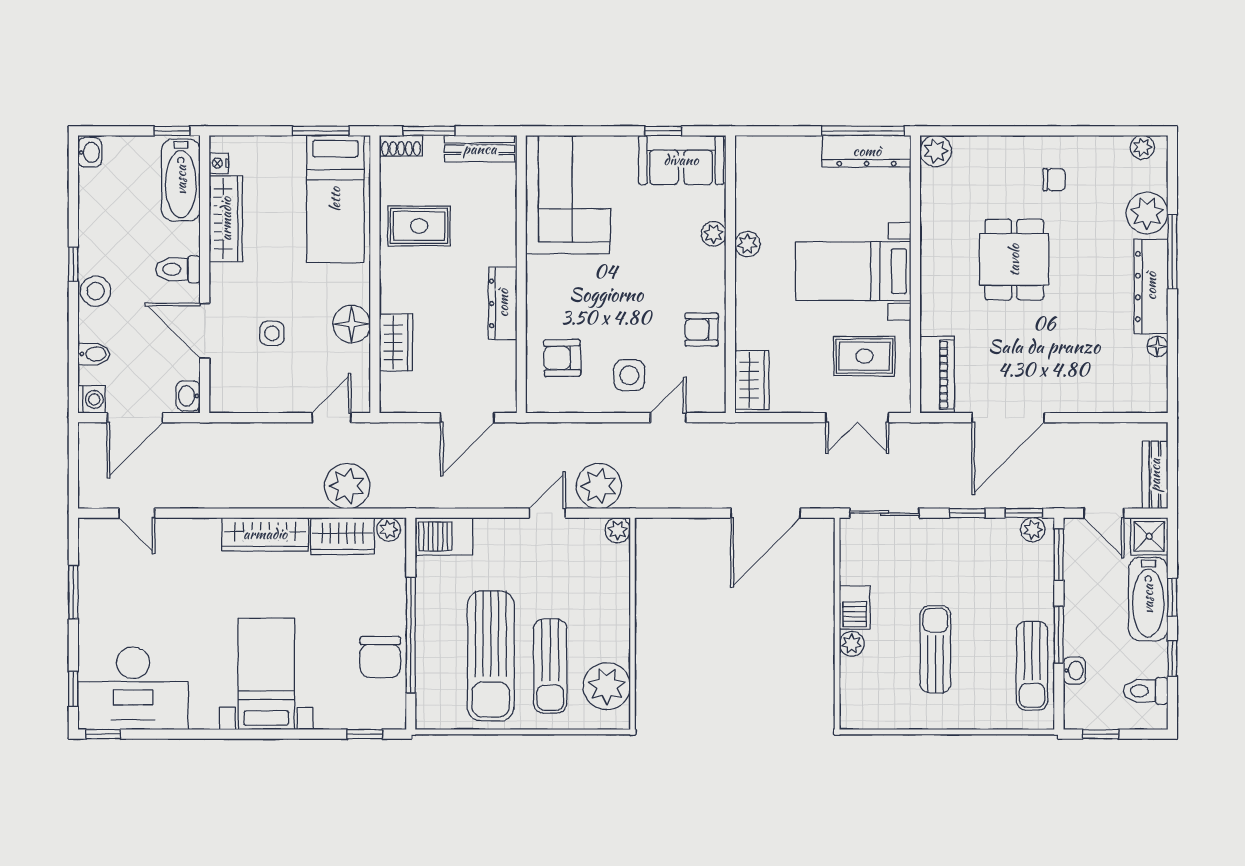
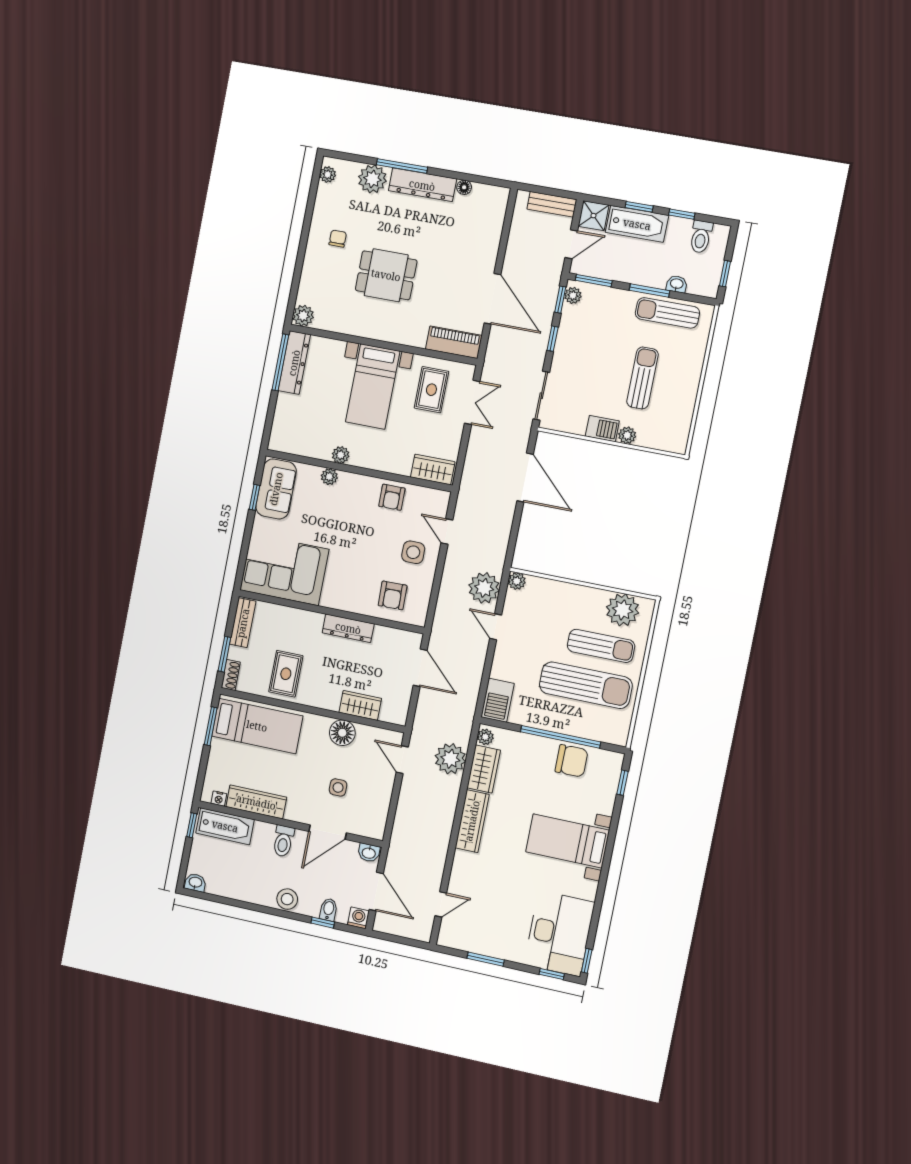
window: (73, 264) -> (323, 923), moved
sun lounger: (935, 649) -> (642, 378), turned 90
sun lounger: (1032, 666) -> (667, 313), turned 180

